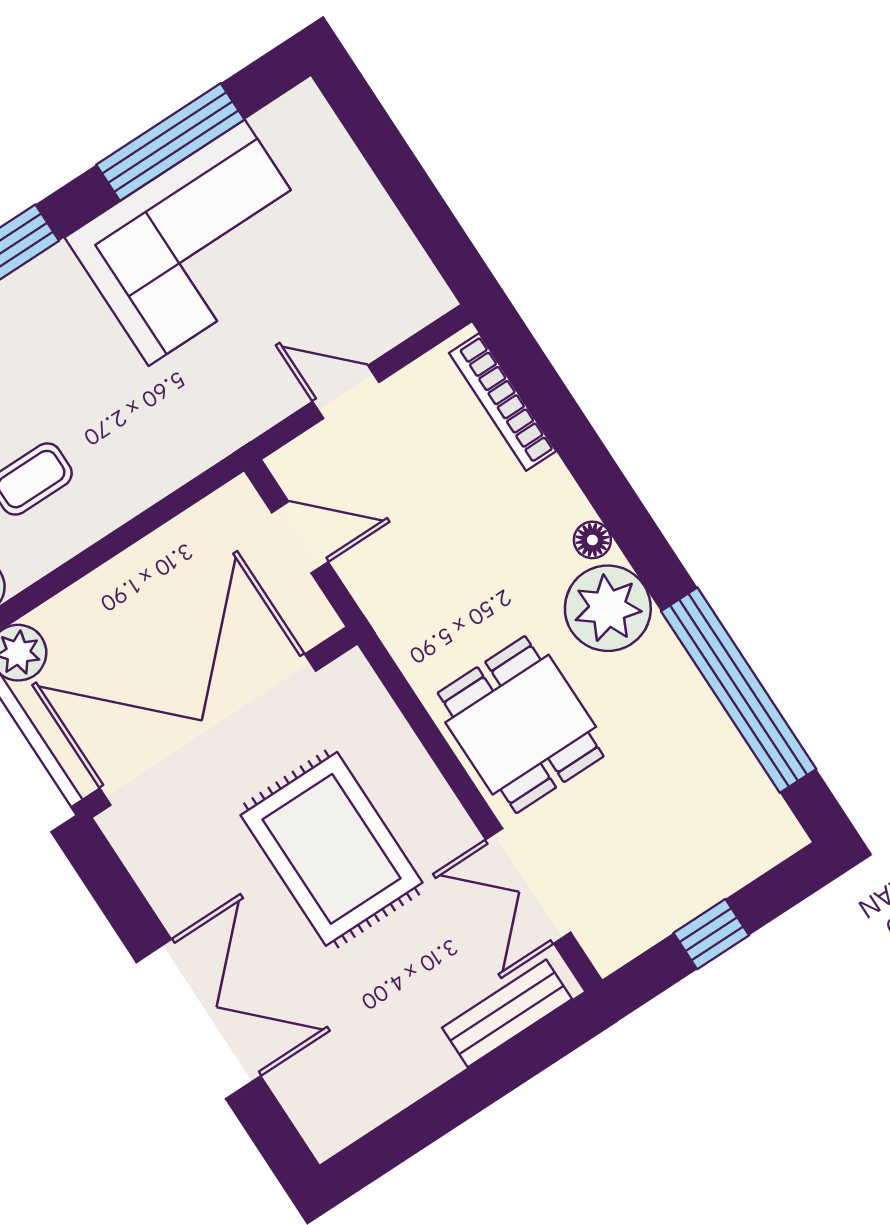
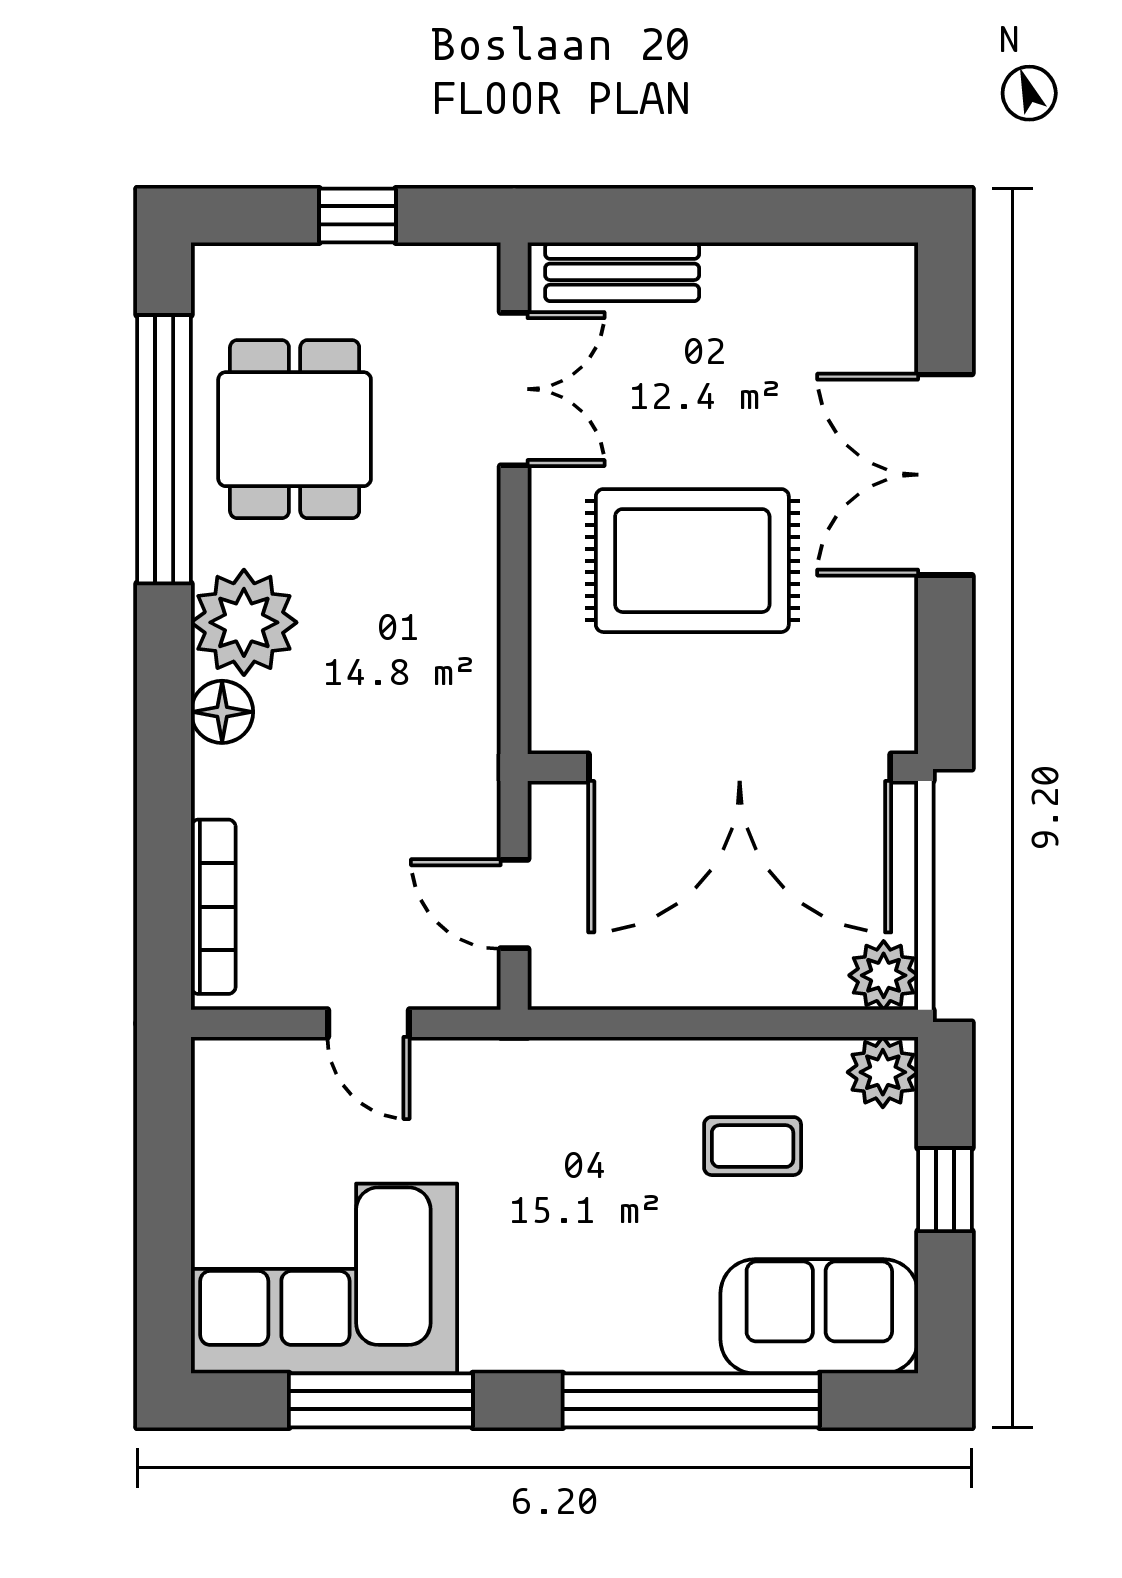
corner sofa: (197, 243) -> (324, 1278), moved
floor lamp: (592, 540) -> (222, 712), width x1.37, depth x1.37
dining table: (521, 725) -> (295, 429), moved
rug: (332, 849) -> (692, 561), turned 90

